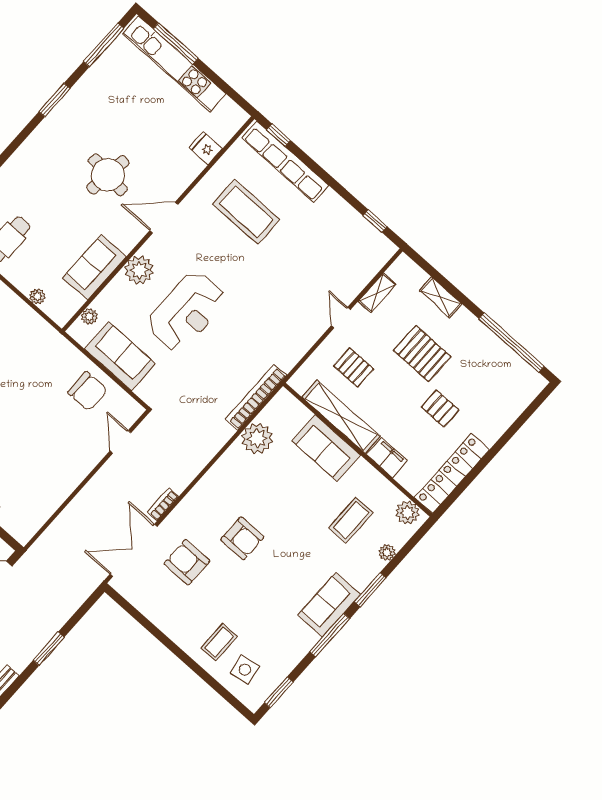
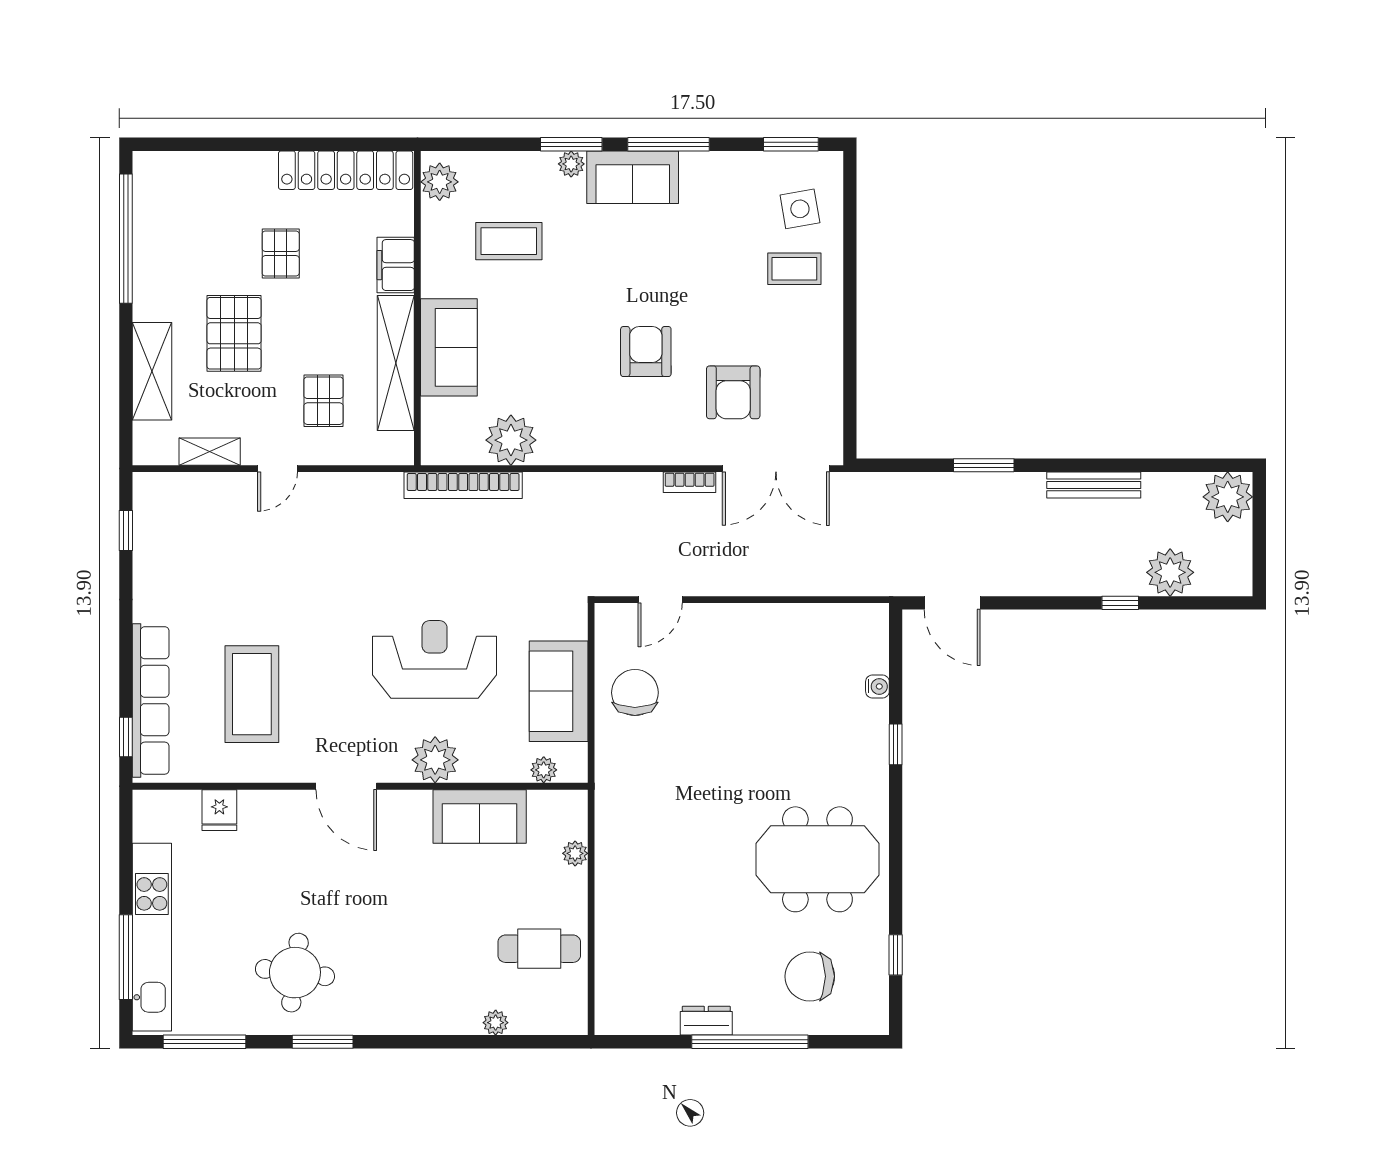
round table: (108, 175) -> (295, 973), moved
shelving: (441, 297) -> (152, 371), width x1.50, depth x1.33
plant: (387, 552) -> (571, 164), moved

